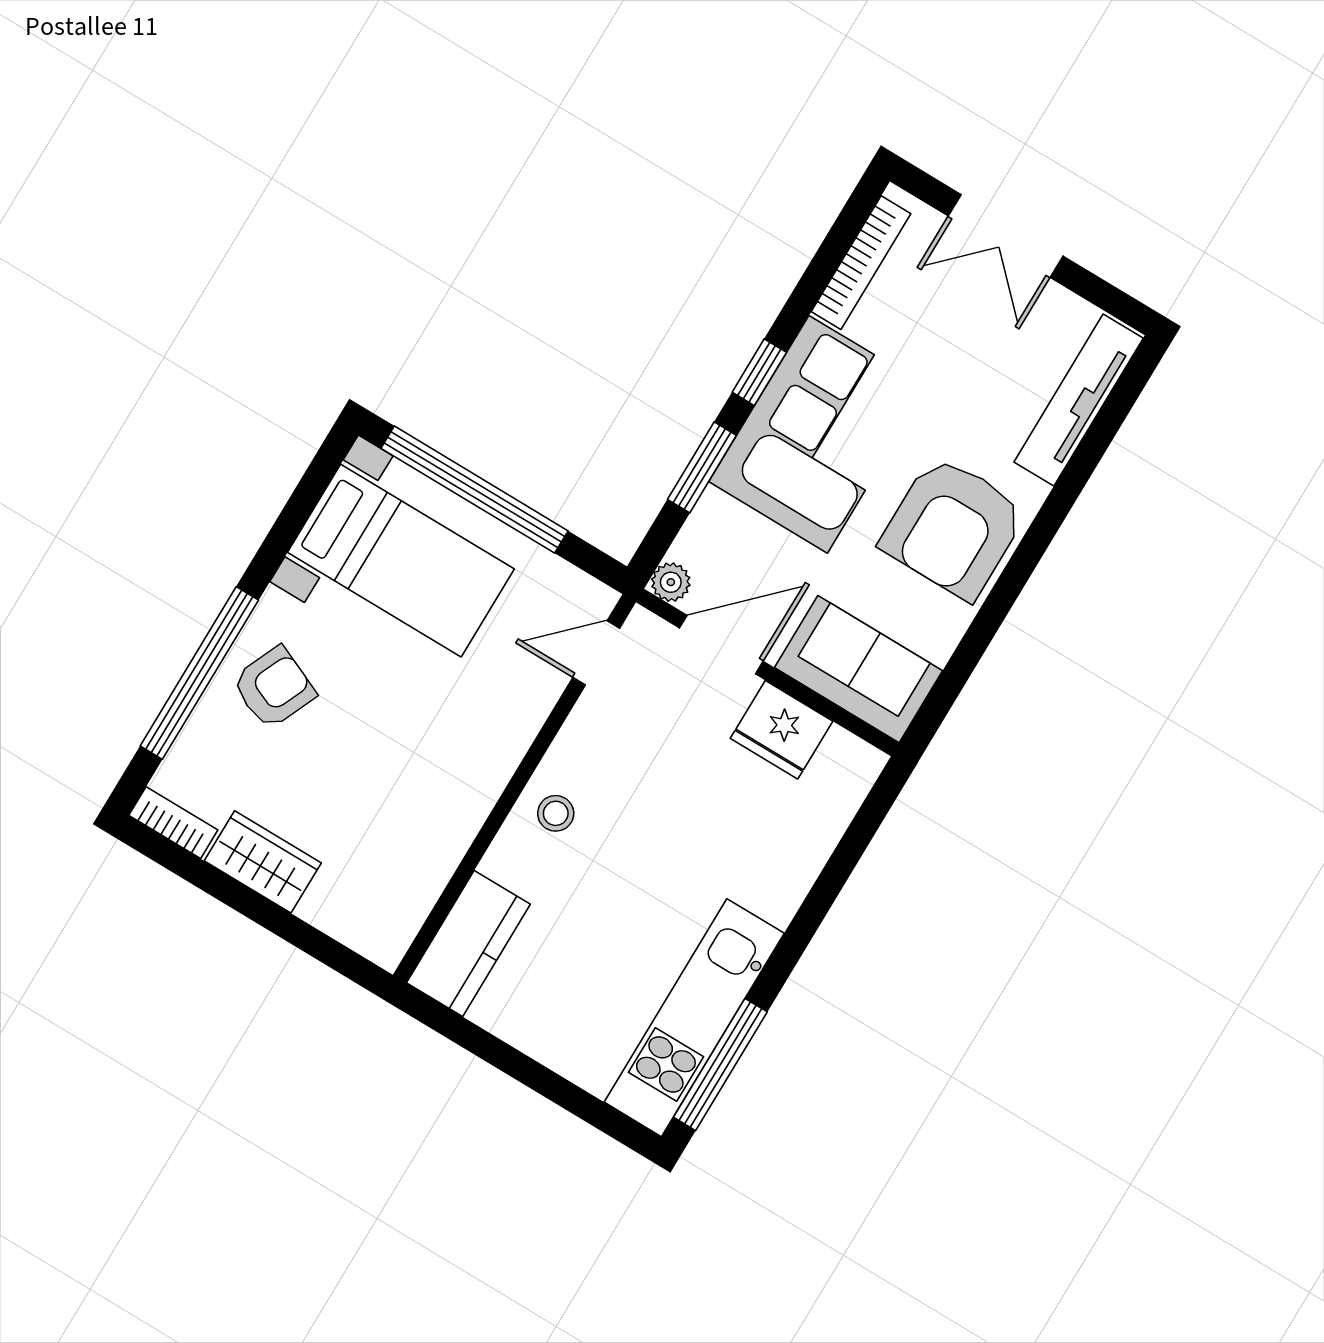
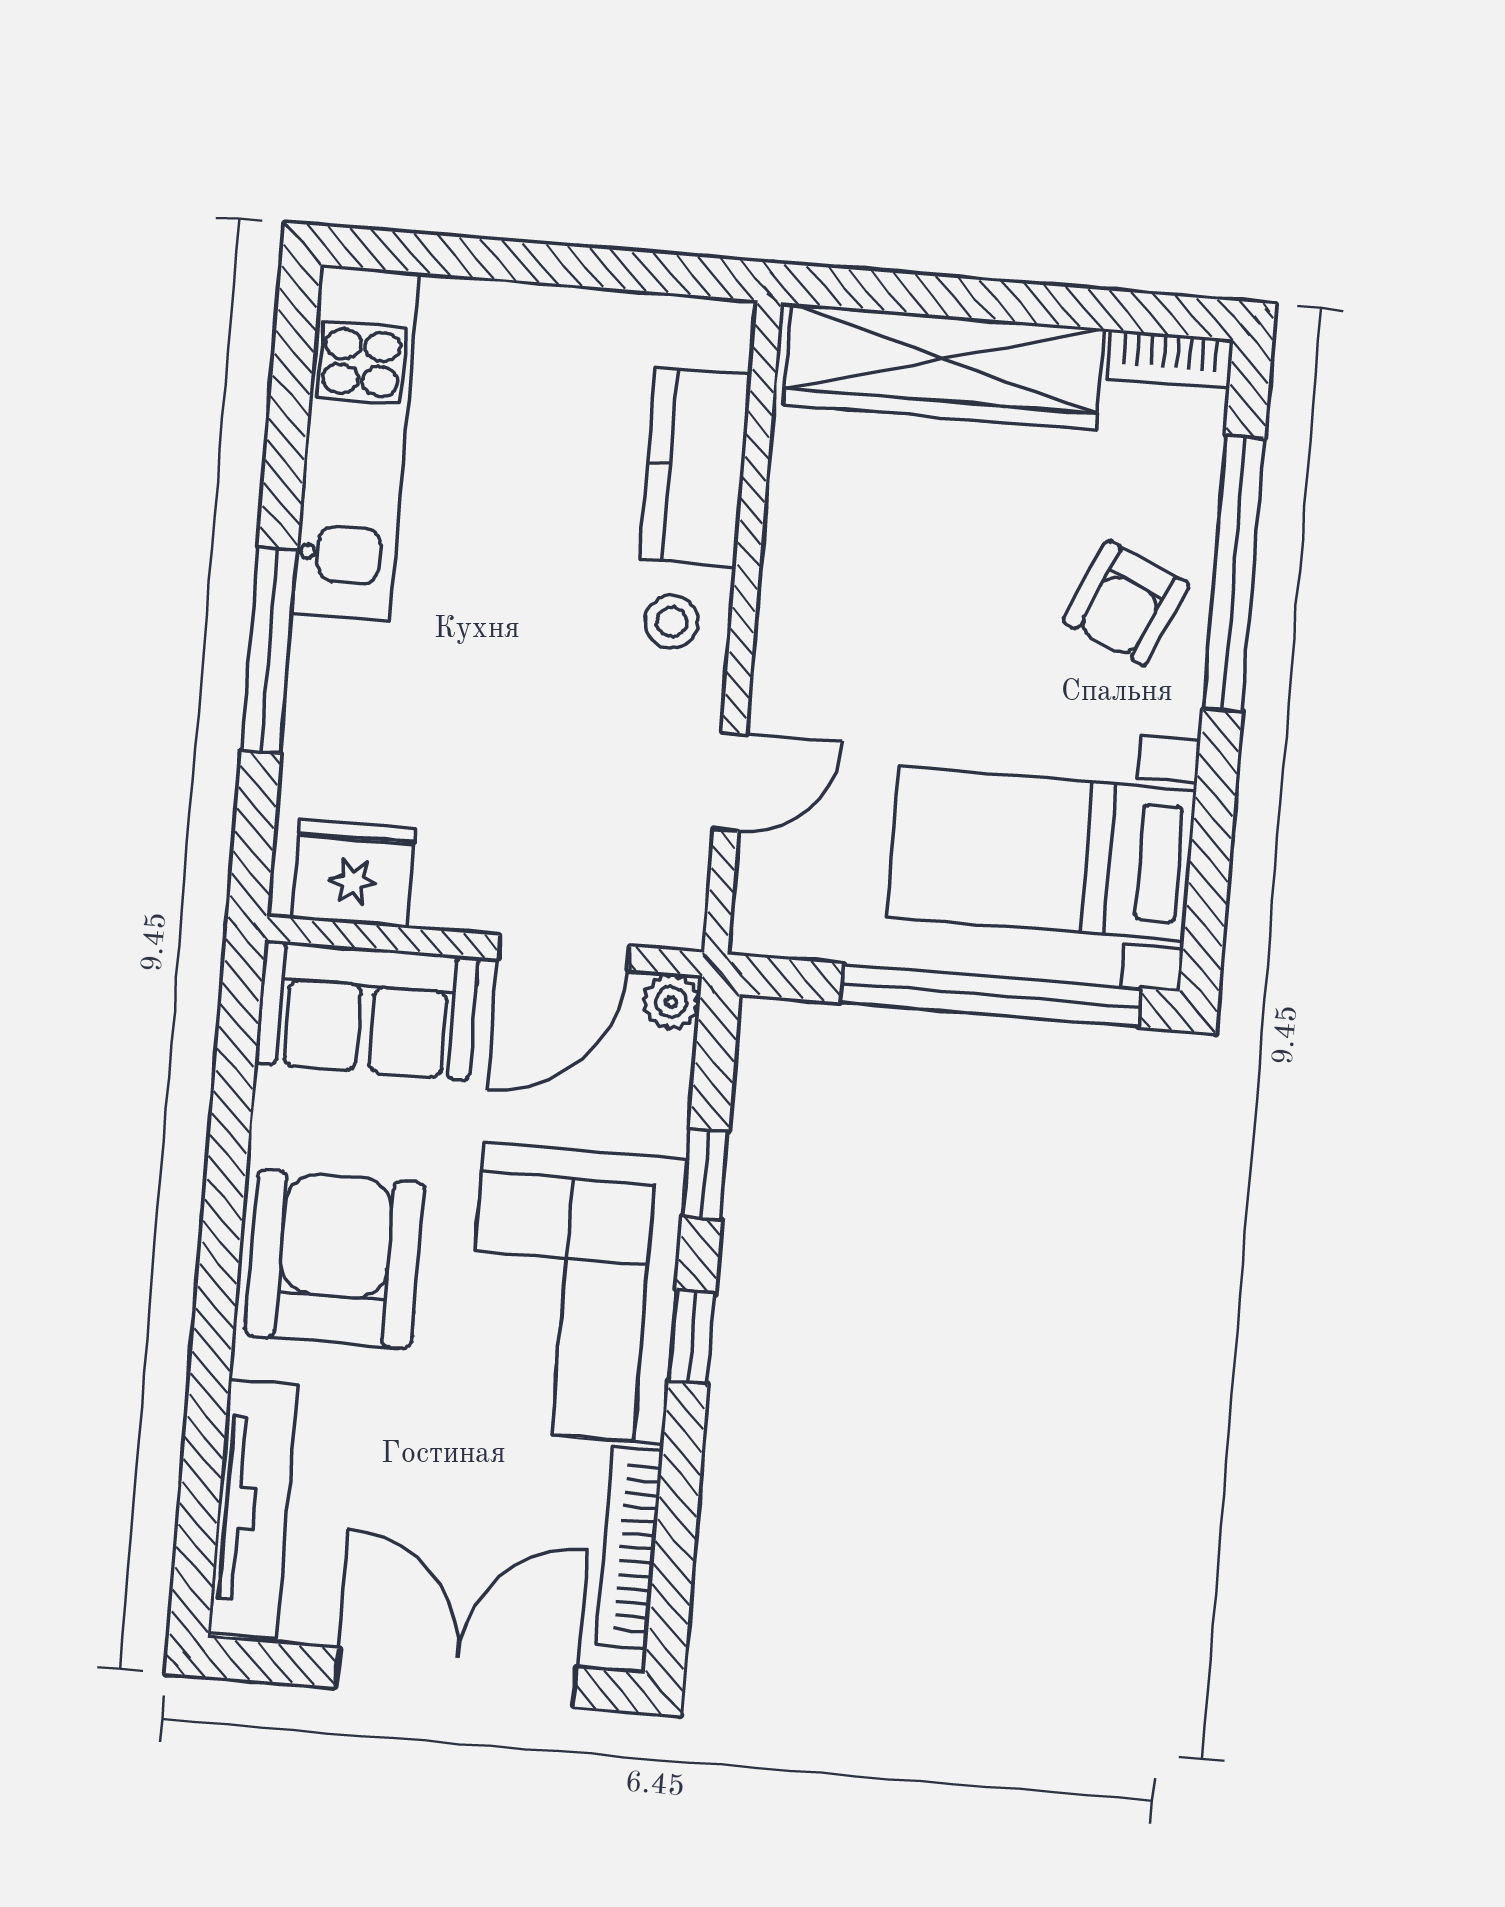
double door: (1006, 236) -> (456, 1678), width x1.37
window: (702, 467) -> (705, 1174), width x0.67
door: (596, 653) -> (730, 782), moved
fridge: (782, 730) -> (353, 874), moved
wardrobe: (263, 862) -> (944, 367), width x2.10, depth x1.17
kitchen counter: (468, 944) -> (696, 467), moved
window: (720, 1065) -> (269, 650), moved

